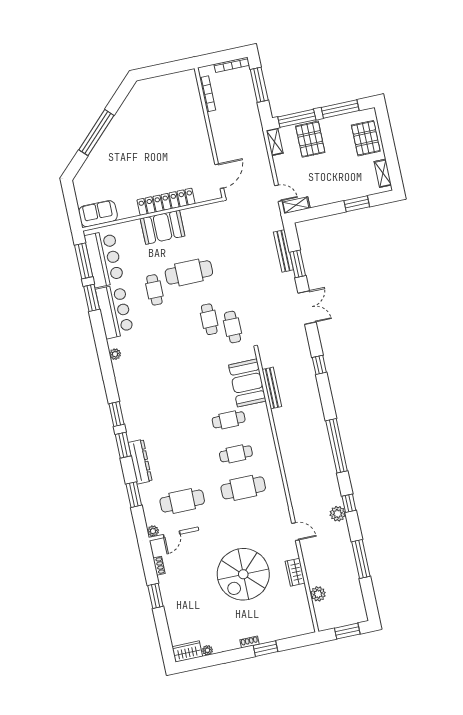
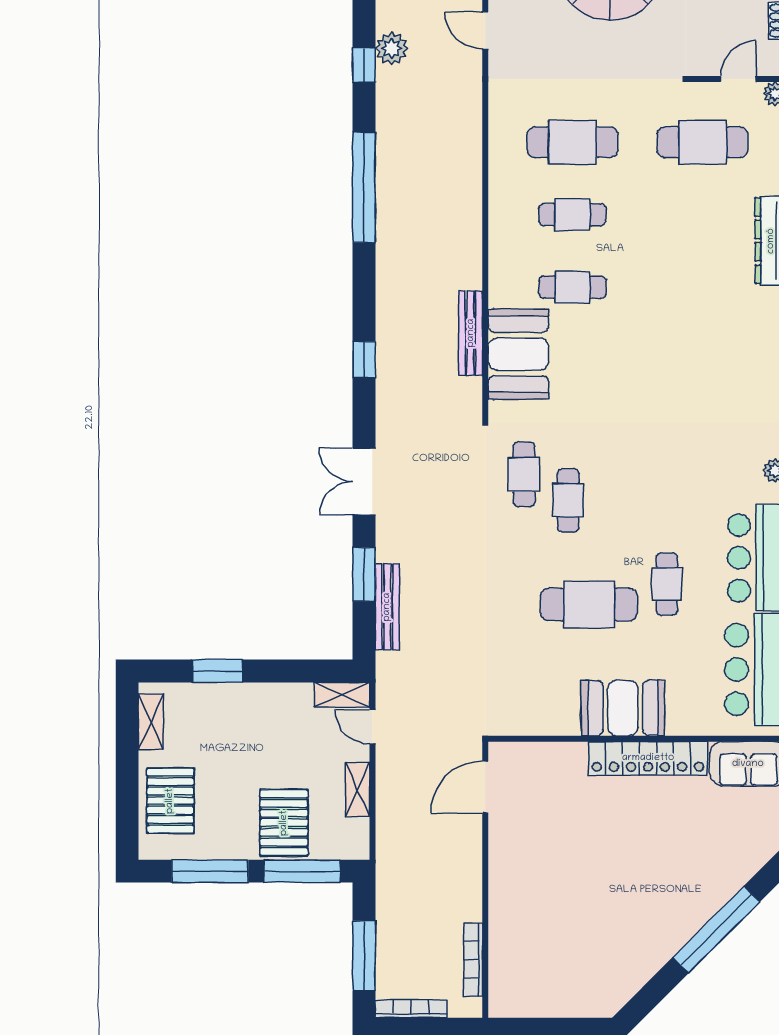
shelving: (275, 142) -> (357, 790), moved
locker: (166, 202) -> (648, 758), moved

